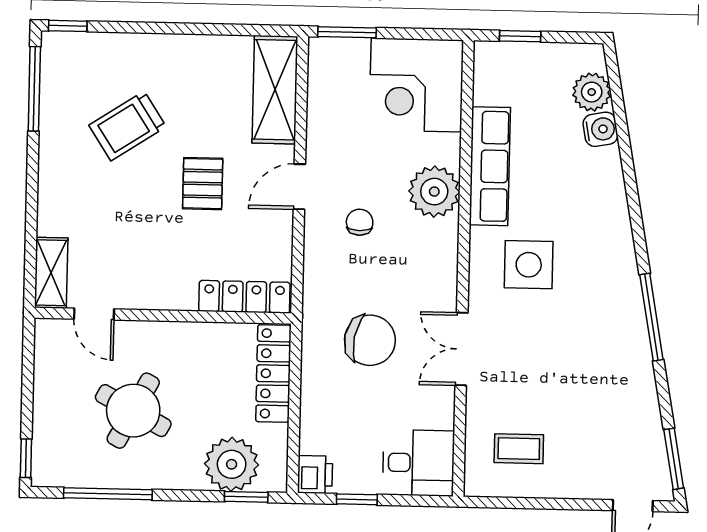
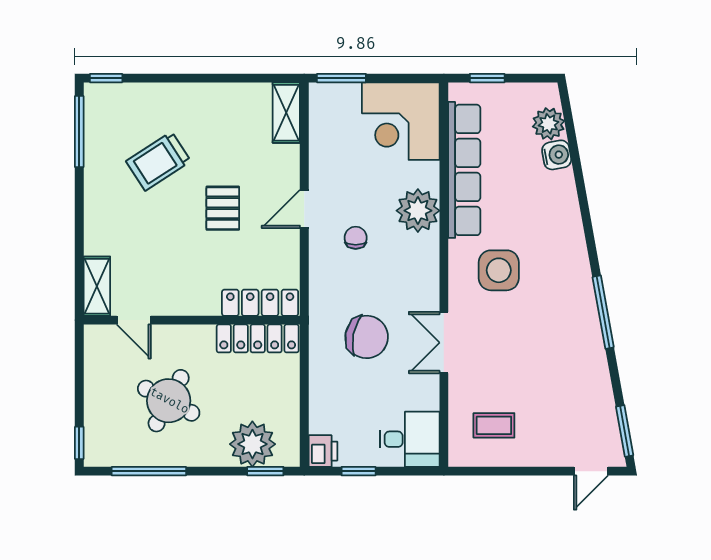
shelving: (275, 90) -> (286, 113), width x0.67, depth x0.75
row of seats: (490, 166) -> (464, 170), width x1.36
locker: (273, 373) -> (258, 338), moved, turned -90

